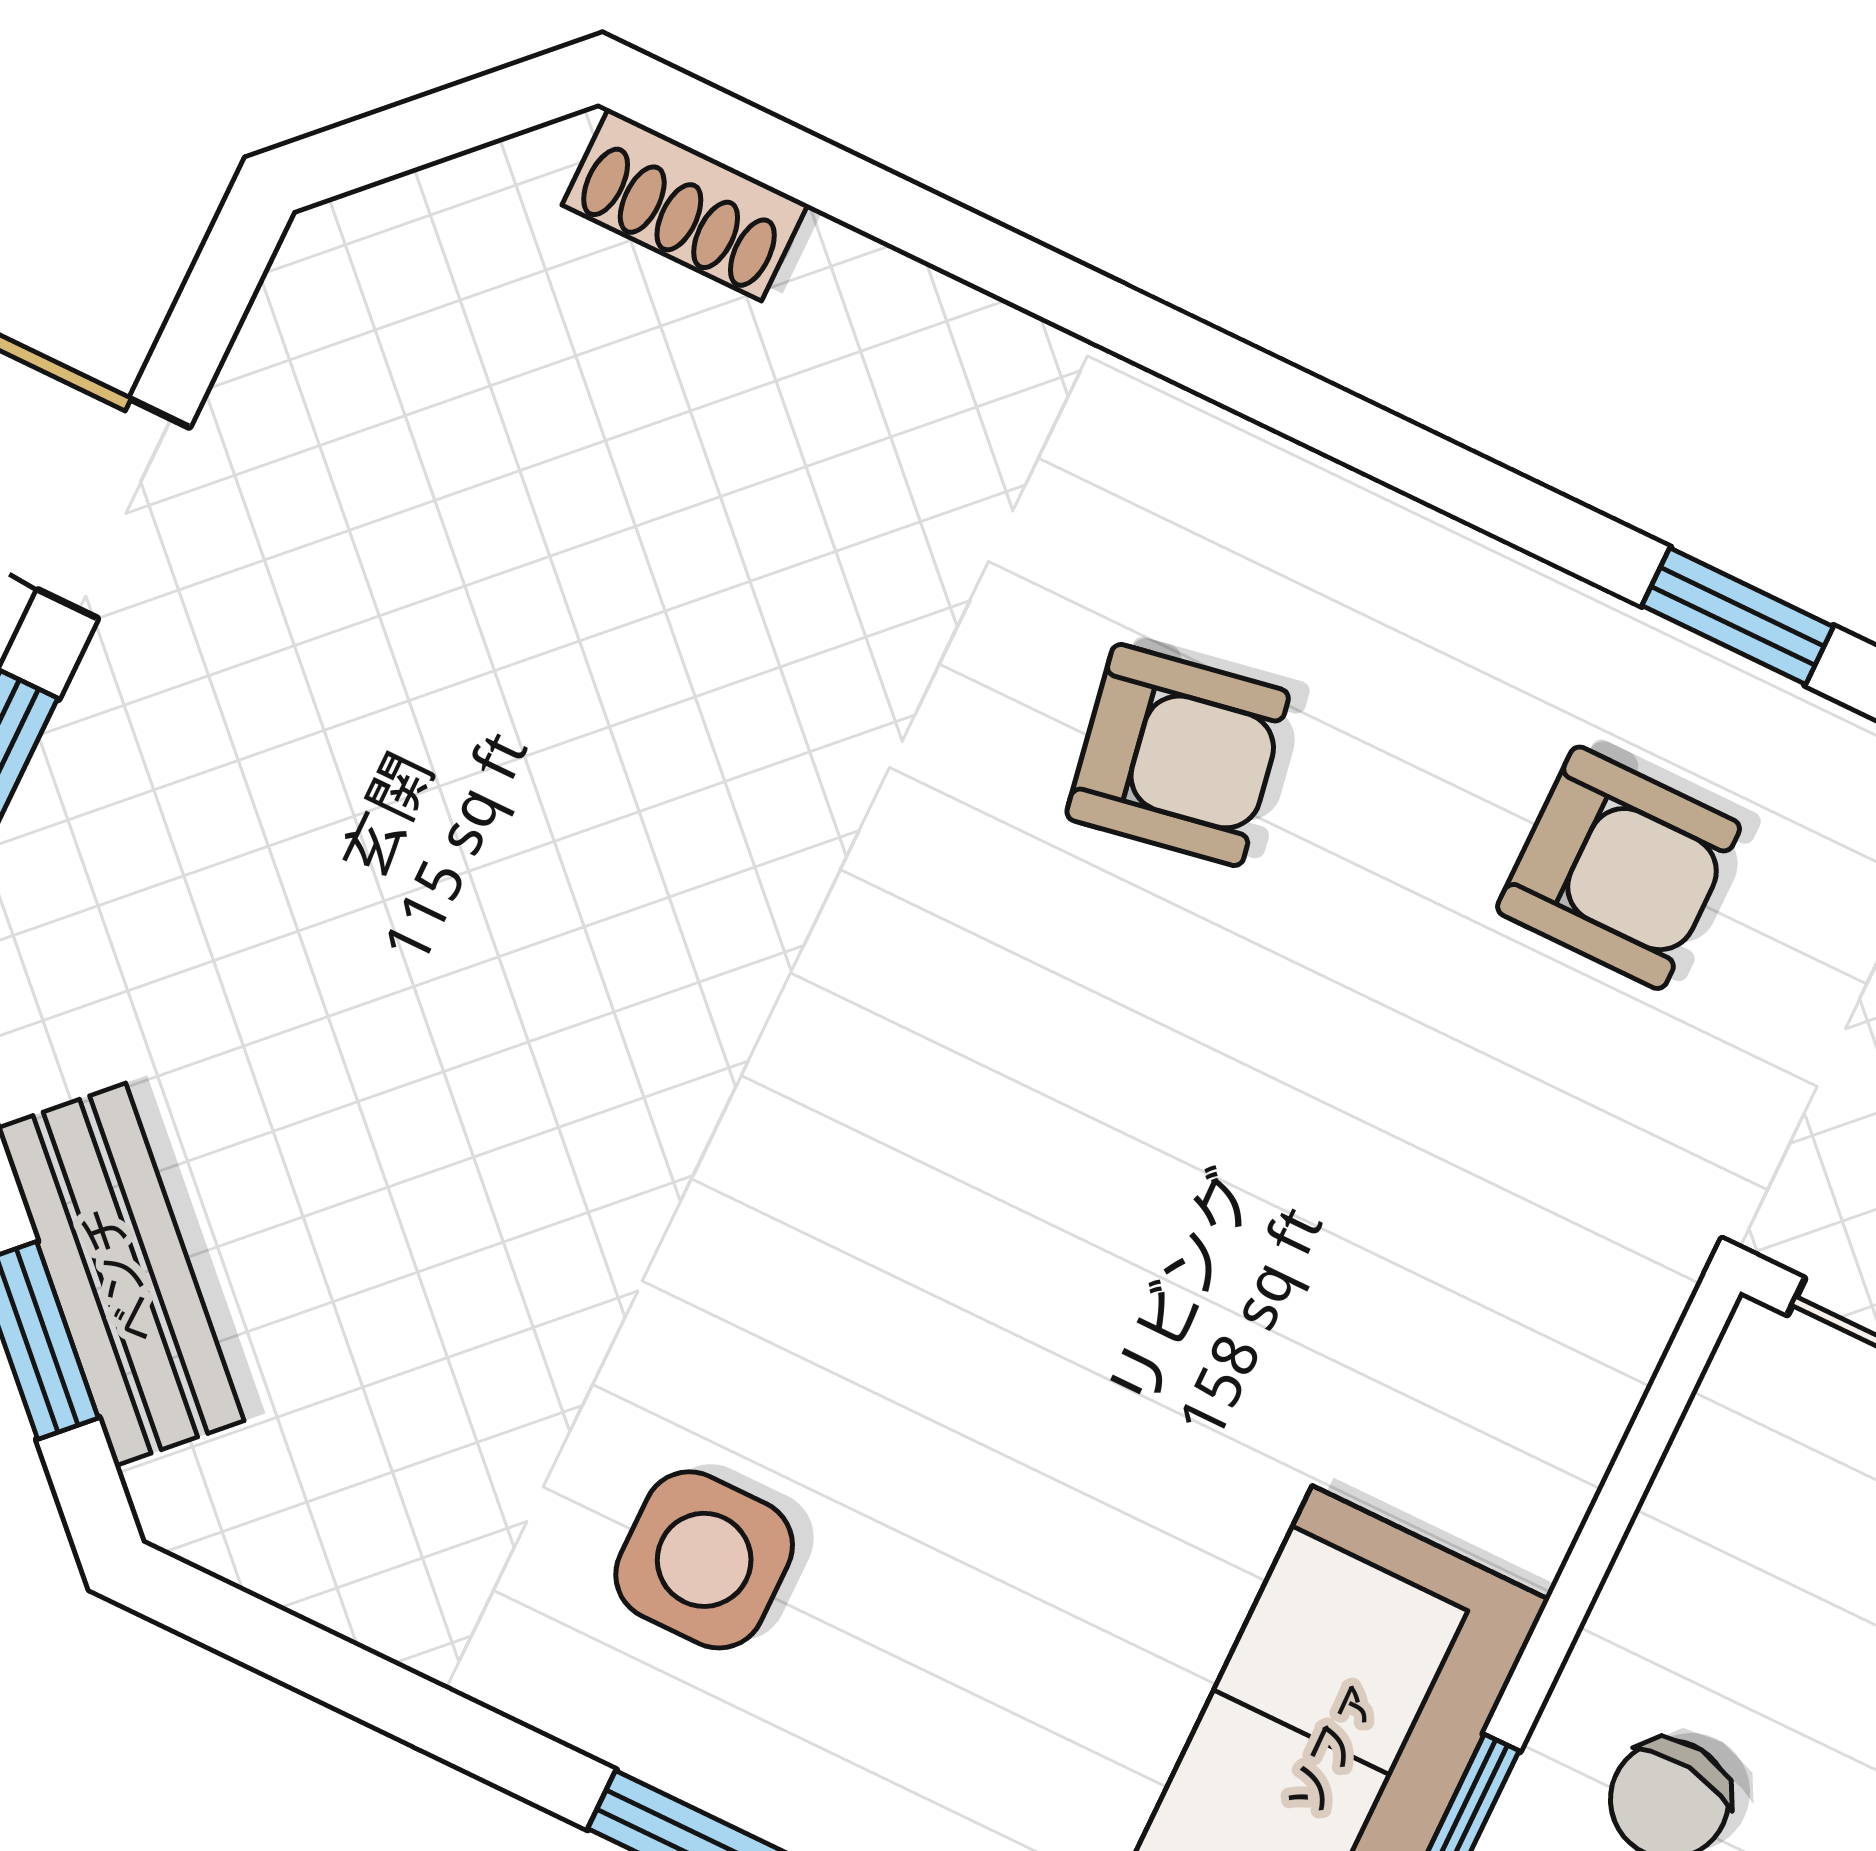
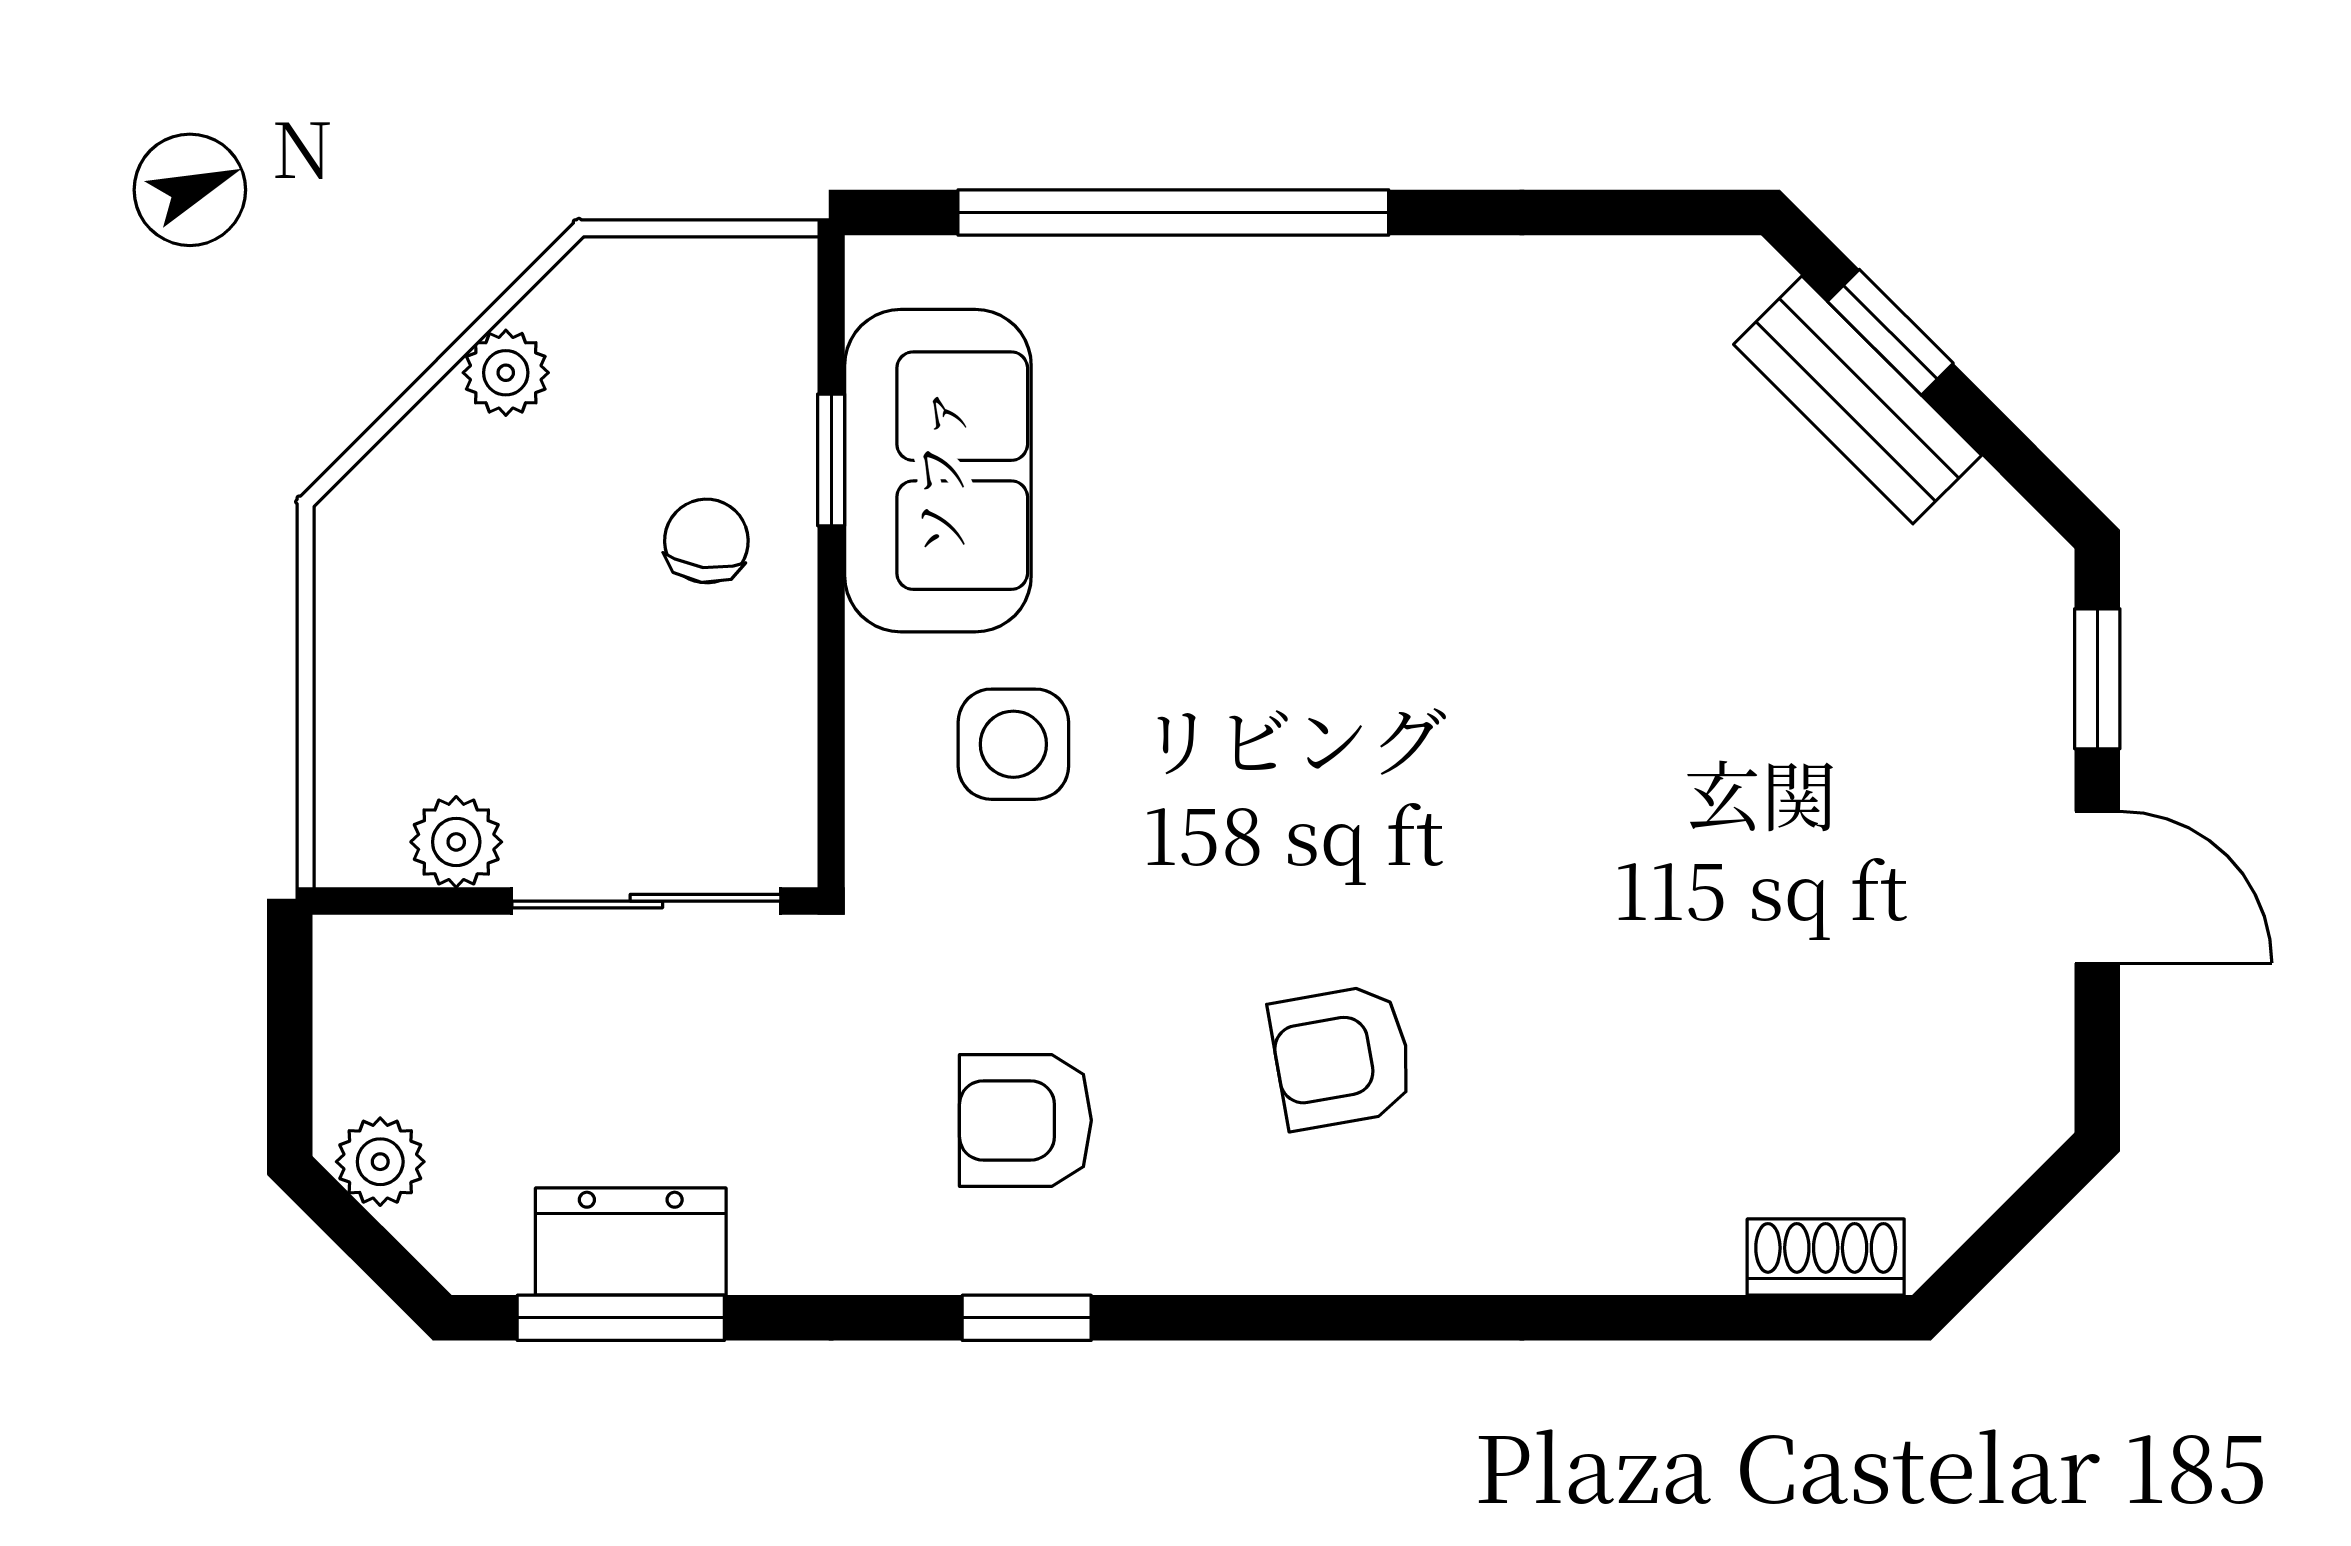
side table: (704, 1560) -> (1013, 744), moved

